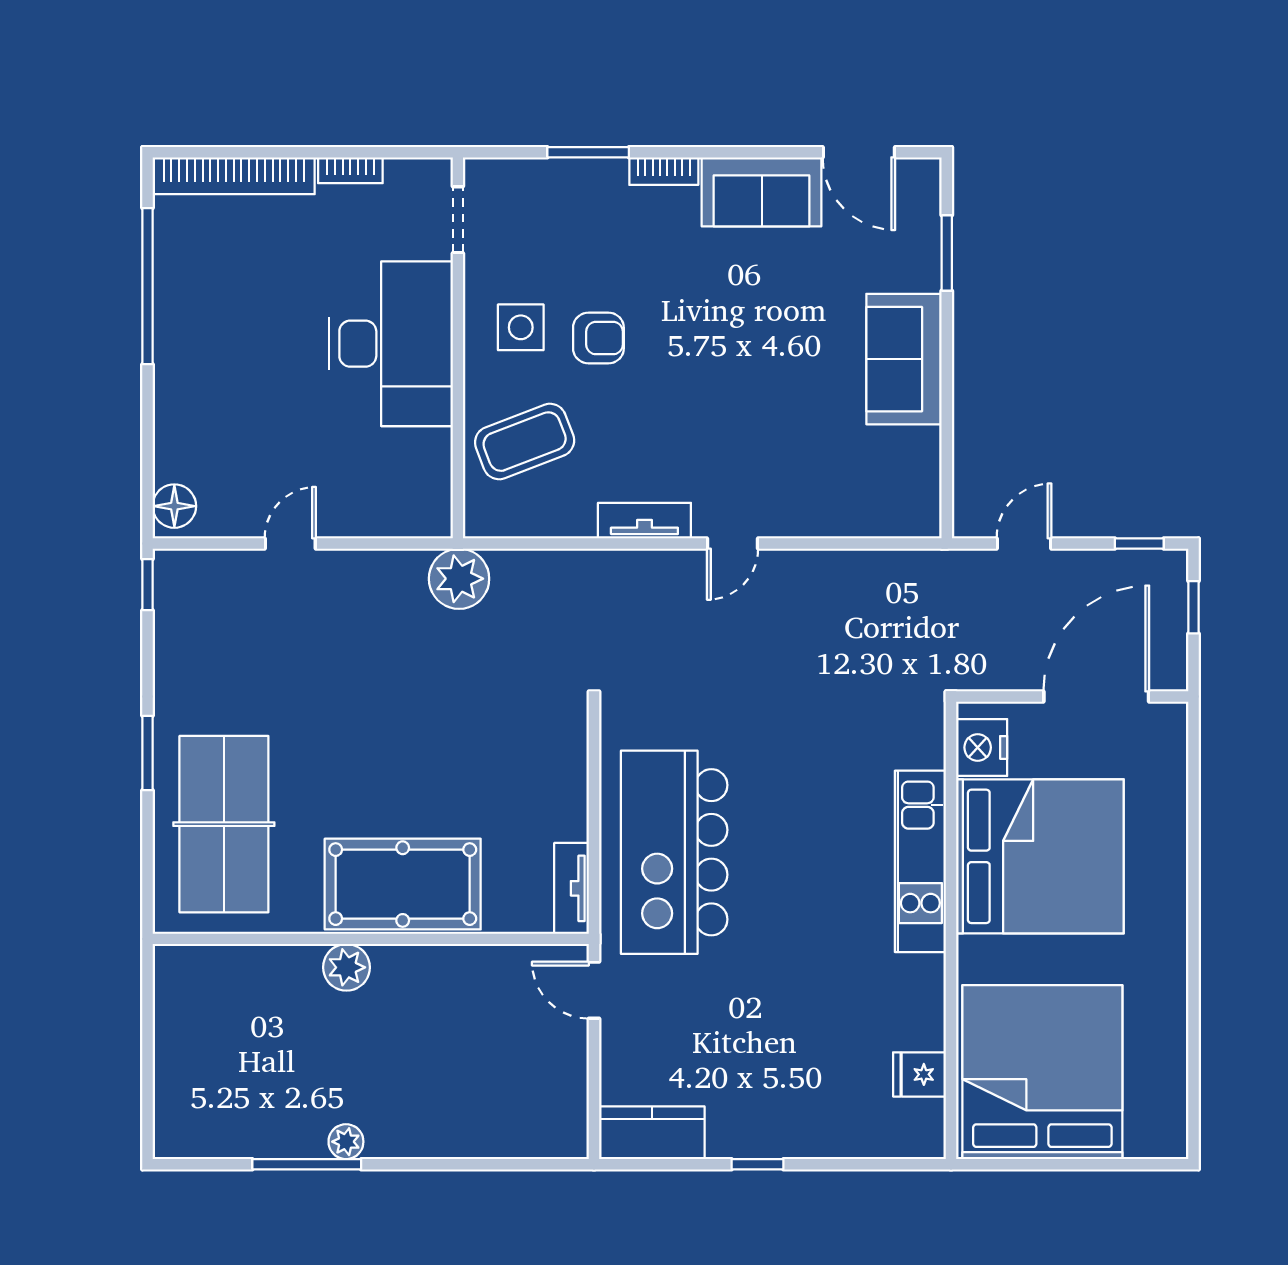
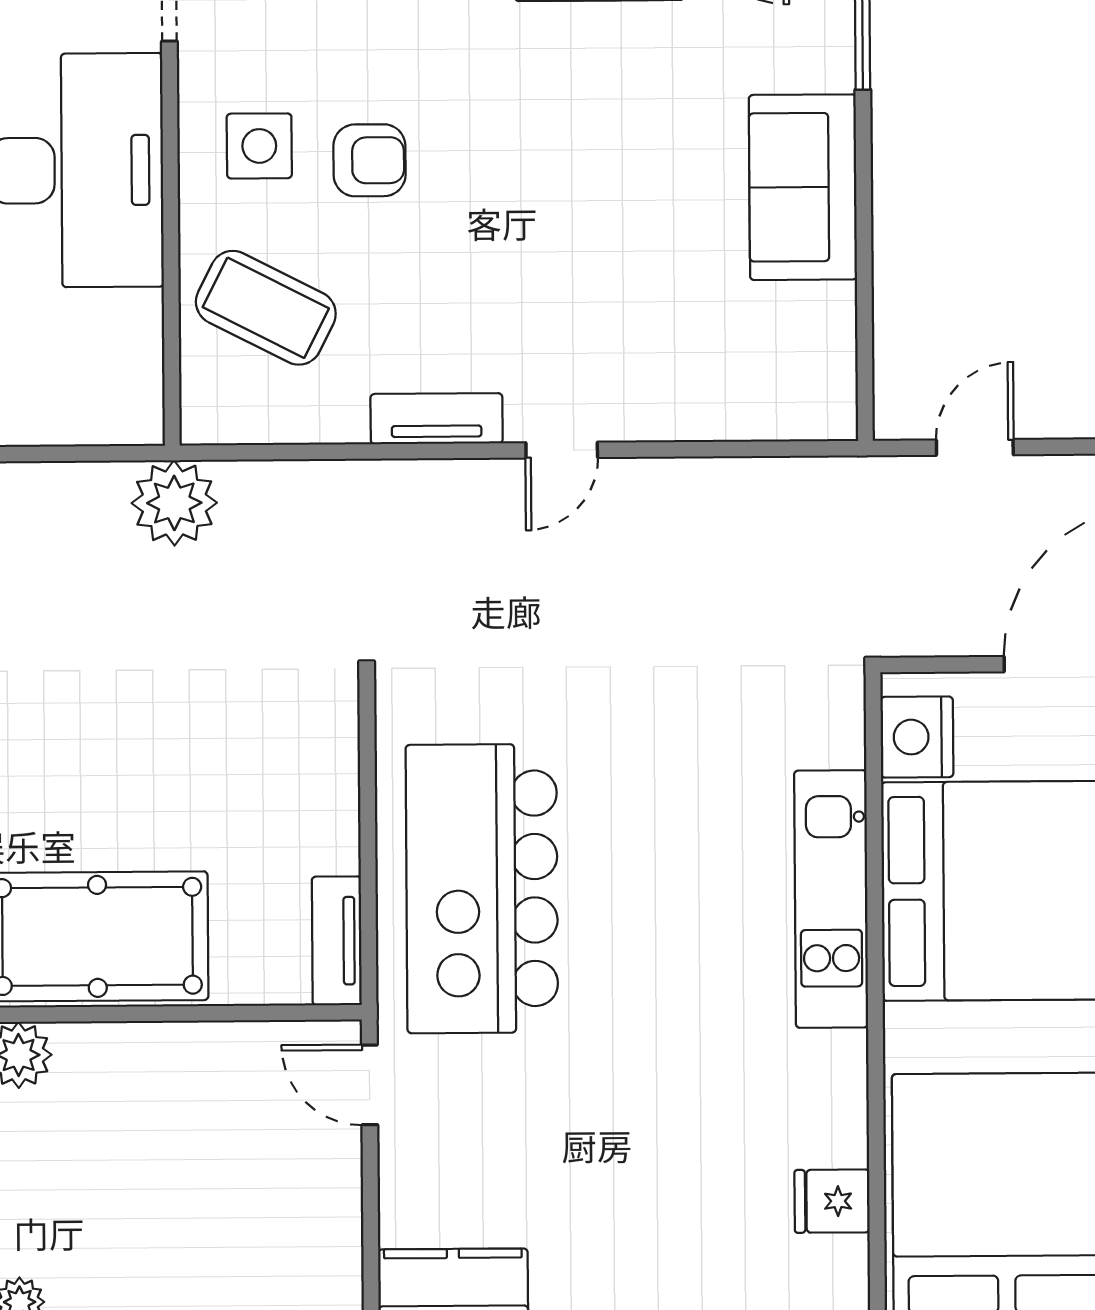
coffee table: (525, 442) -> (266, 308), turned 48

